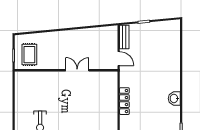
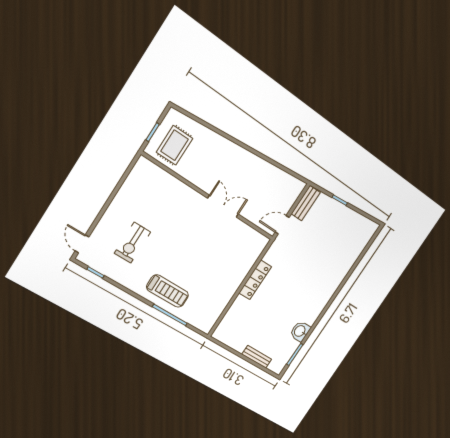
door: (119, 59) -> (282, 225), swing flipped
washbasin: (174, 98) -> (300, 331), moved

